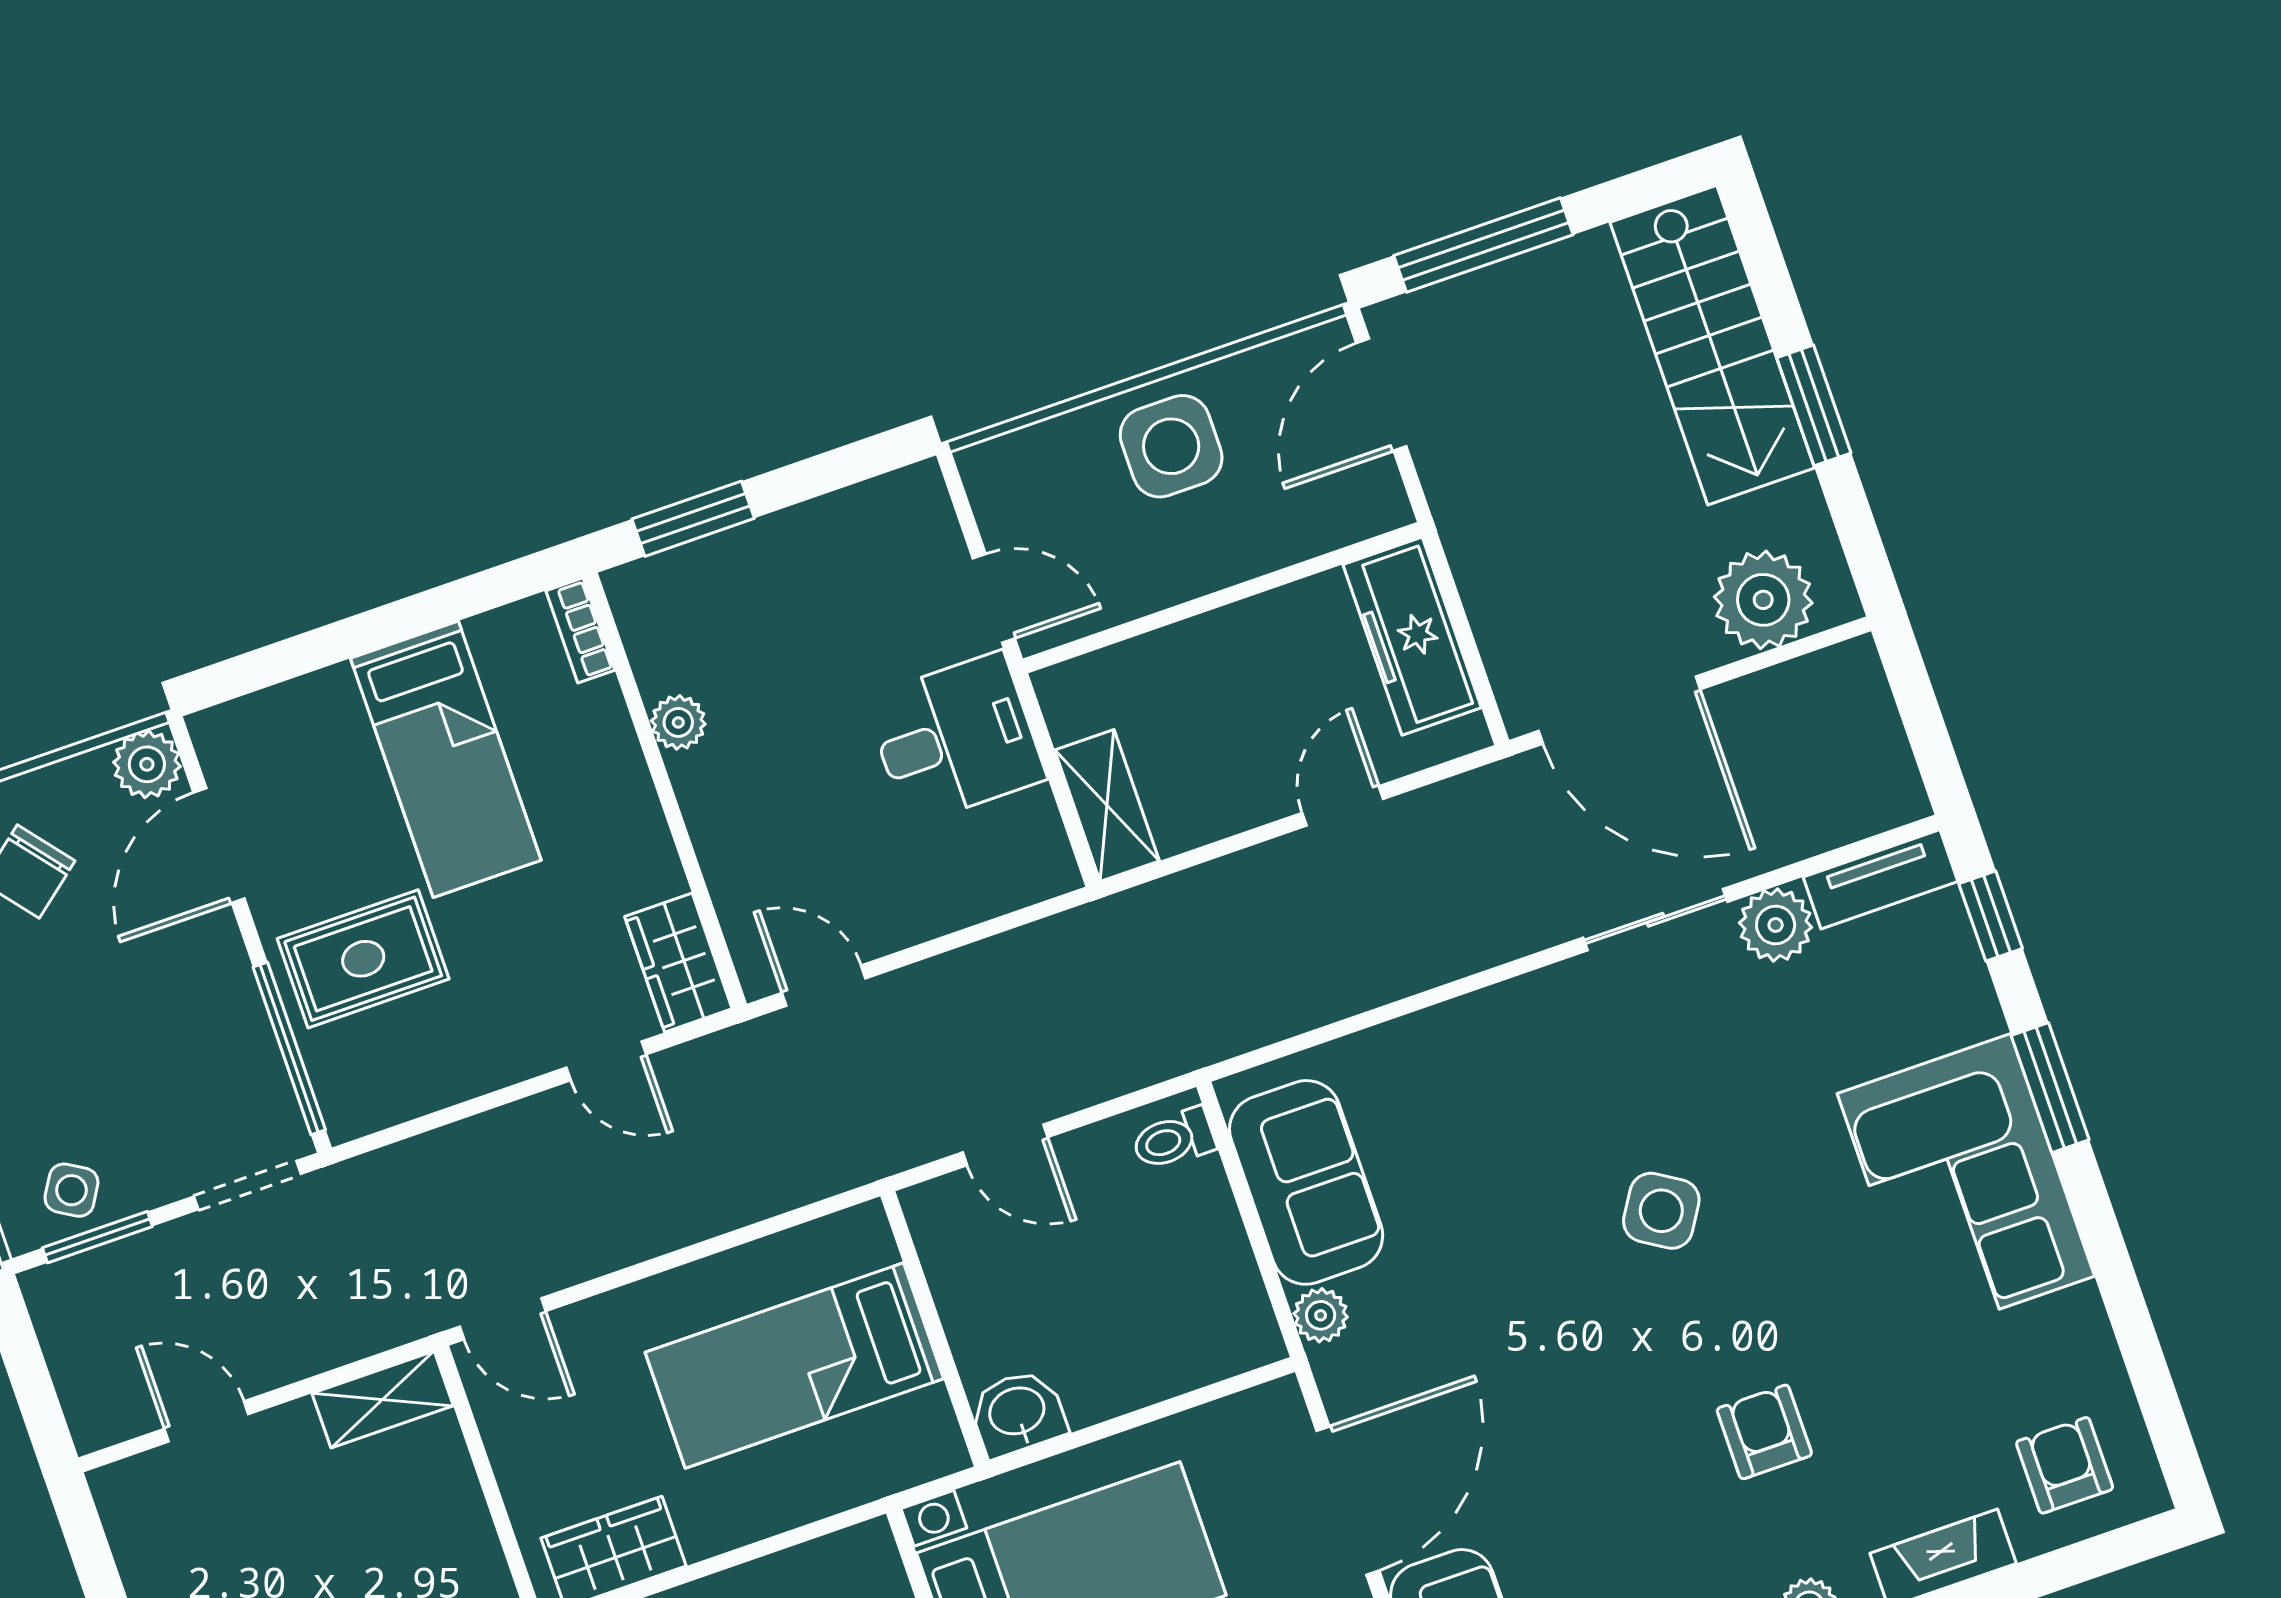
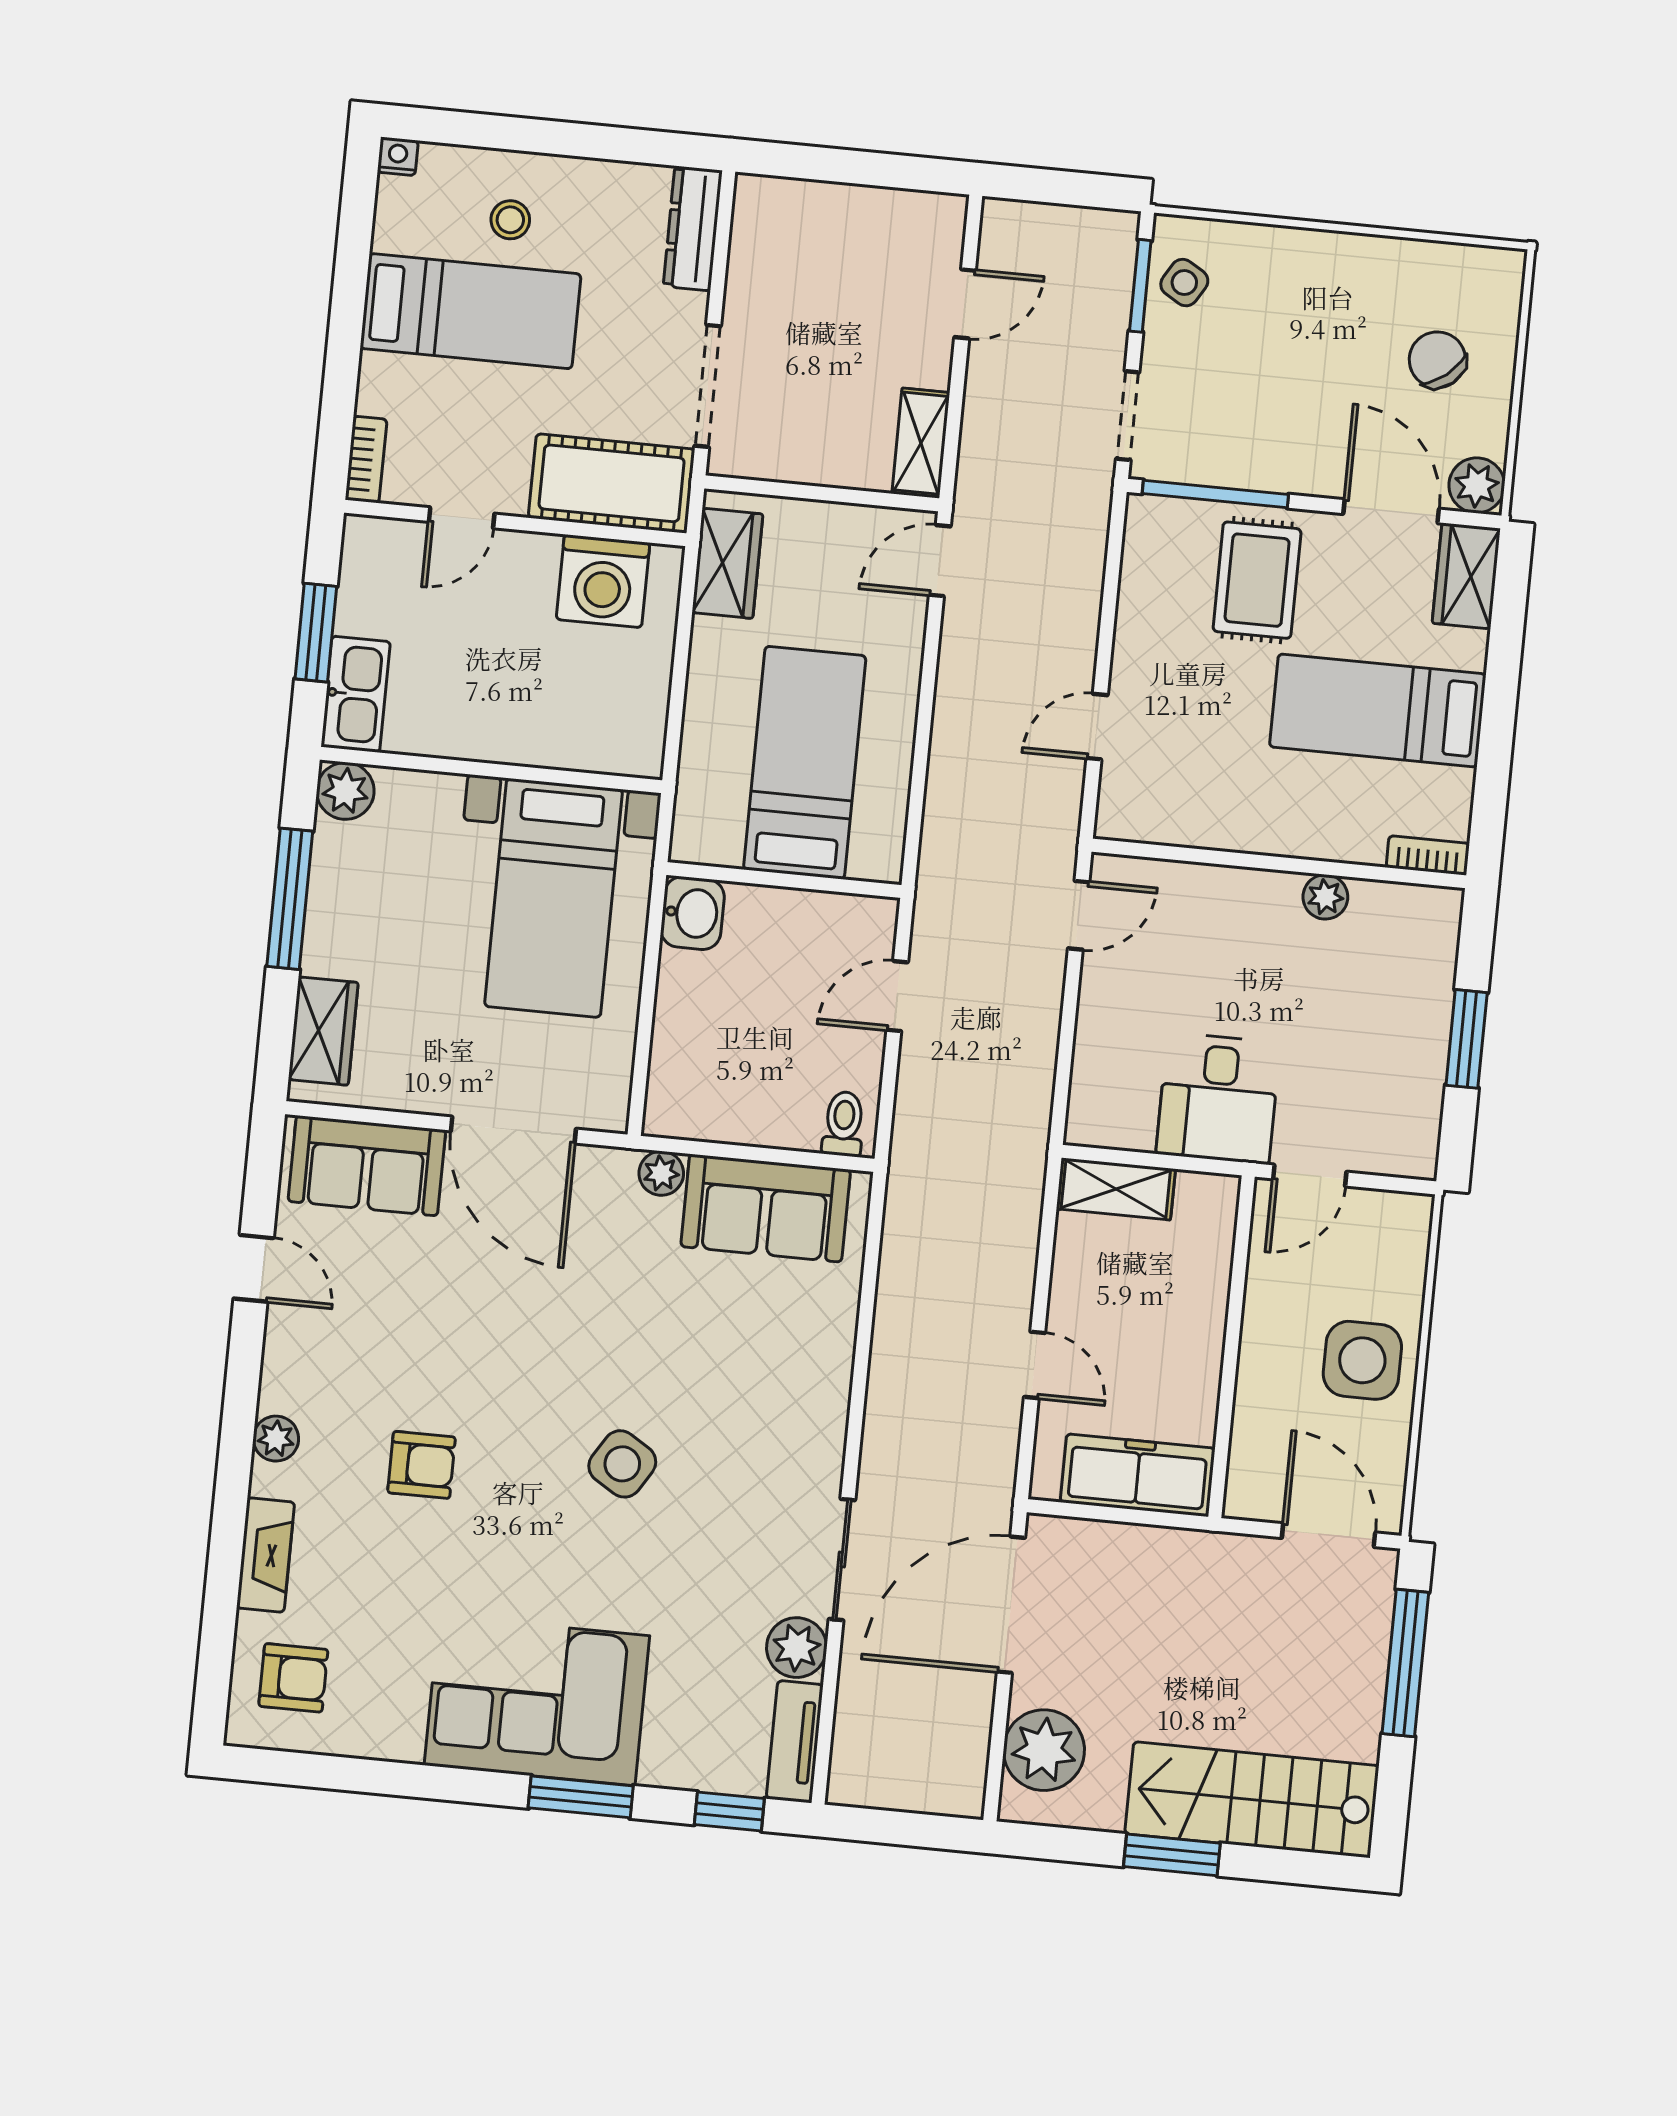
window: (693, 519) -> (1467, 1039), moved
wardrobe: (678, 963) -> (1466, 576), moved, turned -90

